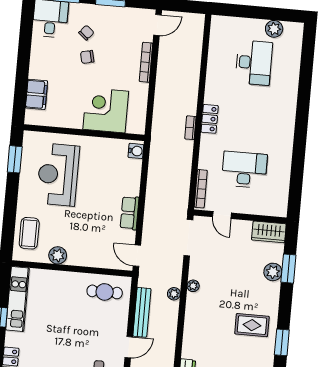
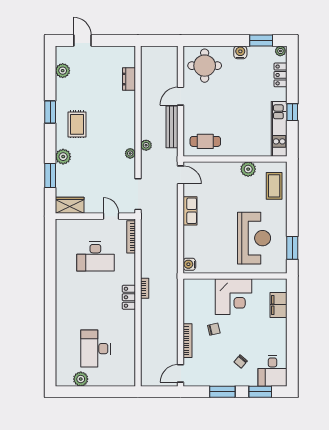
chair: (87, 57) -> (214, 329), moved
corner desk: (106, 110) -> (233, 297), moved
plant: (273, 272) -> (63, 157), moved
rug: (252, 325) -> (77, 124), turned 90

